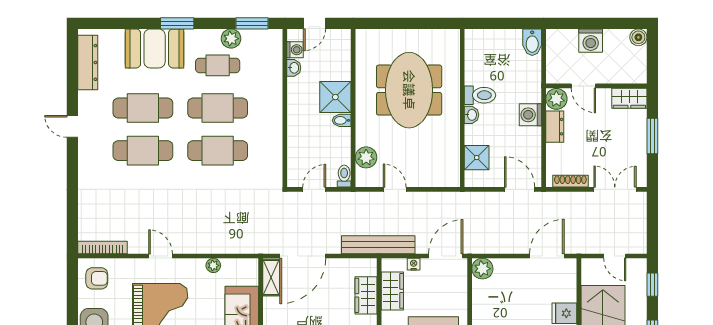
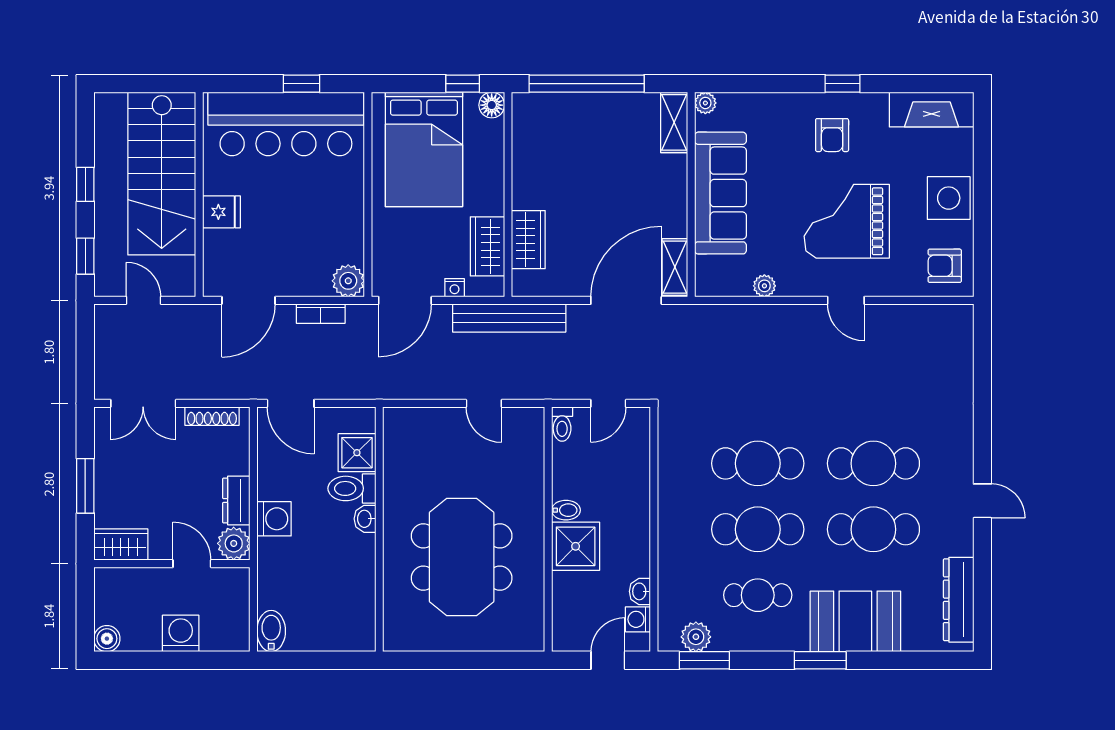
plant: (231, 39) -> (696, 637), moved
toilet: (480, 95) -> (352, 488), moved
plant: (366, 157) -> (528, 453), removed
bookcase: (103, 247) -> (321, 314), moved, width x0.64

